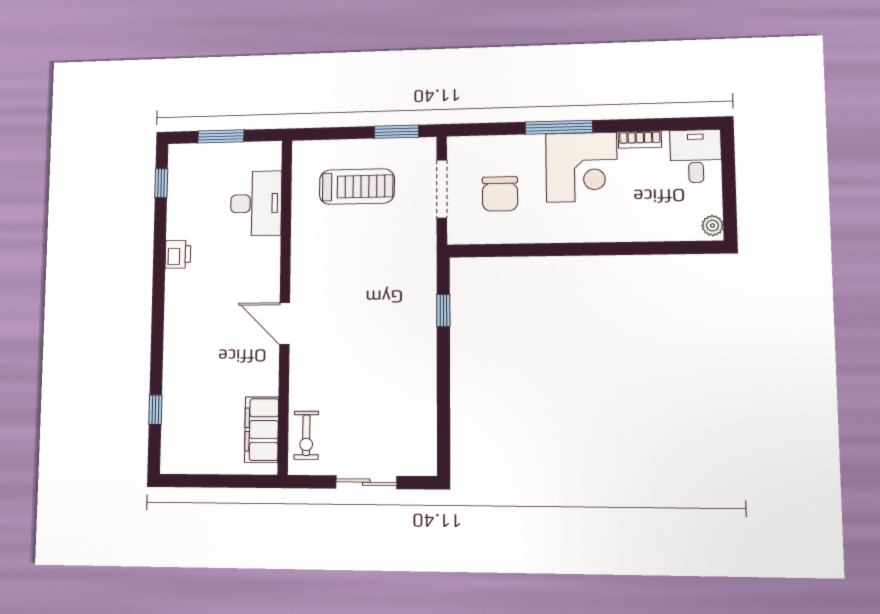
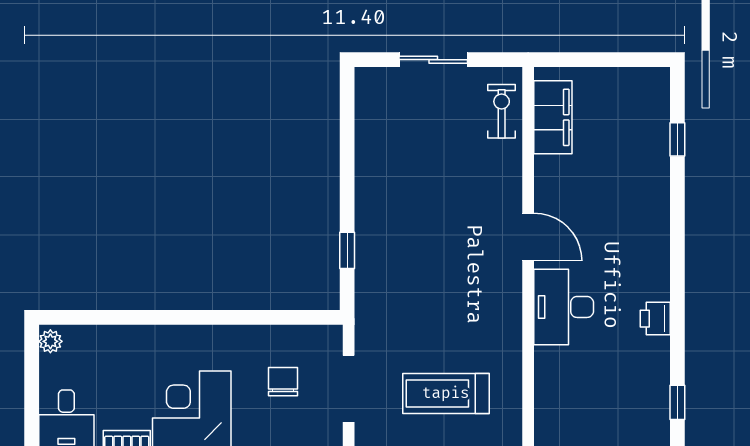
chair: (500, 194) -> (283, 382), width x0.73, depth x0.73
desk: (256, 203) -> (564, 307), moved

